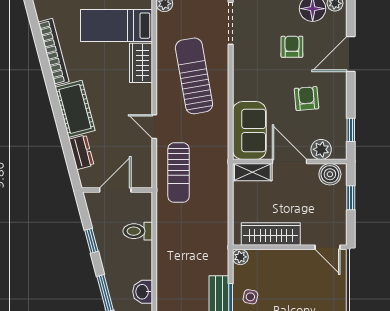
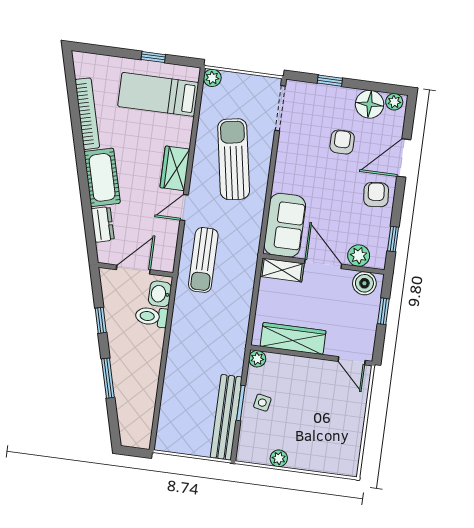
wardrobe: (141, 63) -> (175, 168), moved
armchair: (307, 99) -> (376, 195), moved
door: (154, 127) -> (184, 208), hinge flipped
washbasin: (143, 292) -> (160, 294), moved

